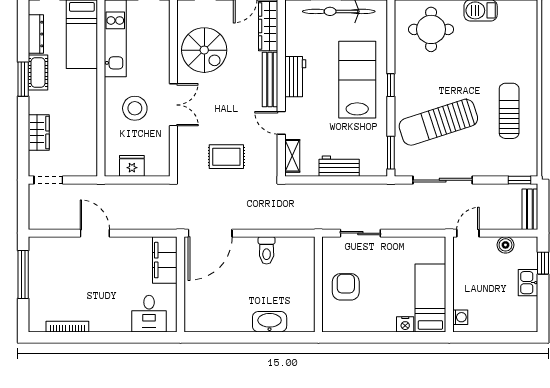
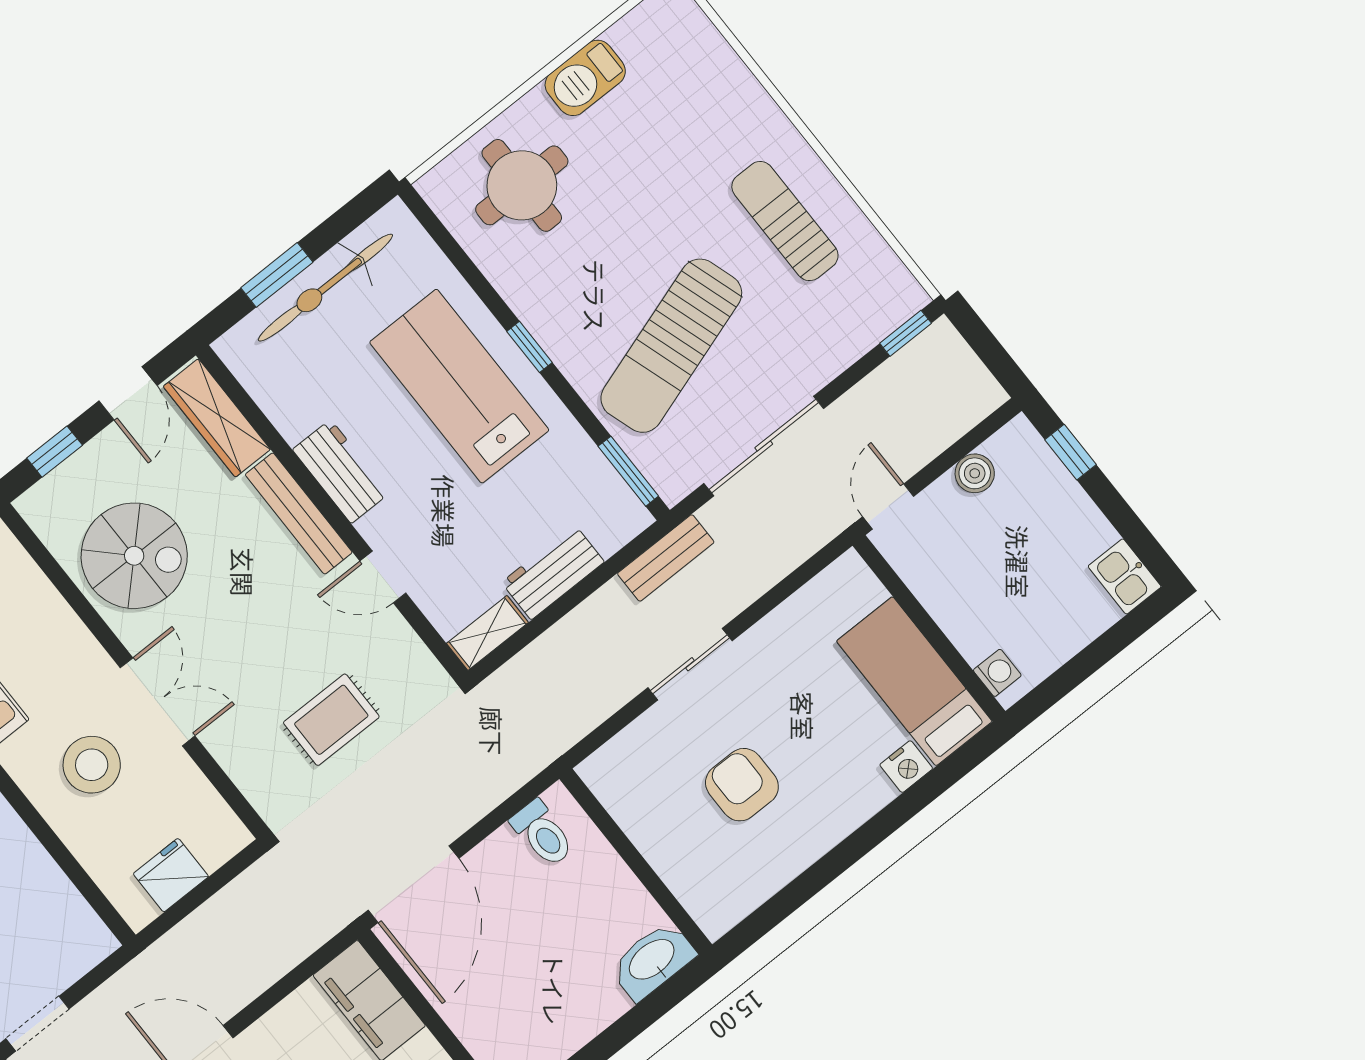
shelving: (292, 156) -> (487, 633), moved, turned 90
bench: (530, 209) -> (666, 558), moved, turned 90
kitchen sink: (528, 283) -> (1125, 576), moved
wall: (318, 284) -> (636, 862), moved

